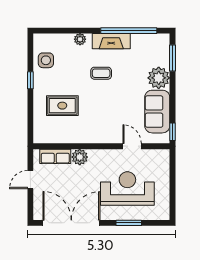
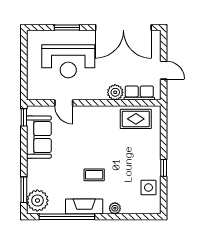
plant: (159, 78) -> (37, 200), moved
rug: (62, 106) -> (136, 119), moved
door: (30, 180) -> (164, 70), hinge flipped

